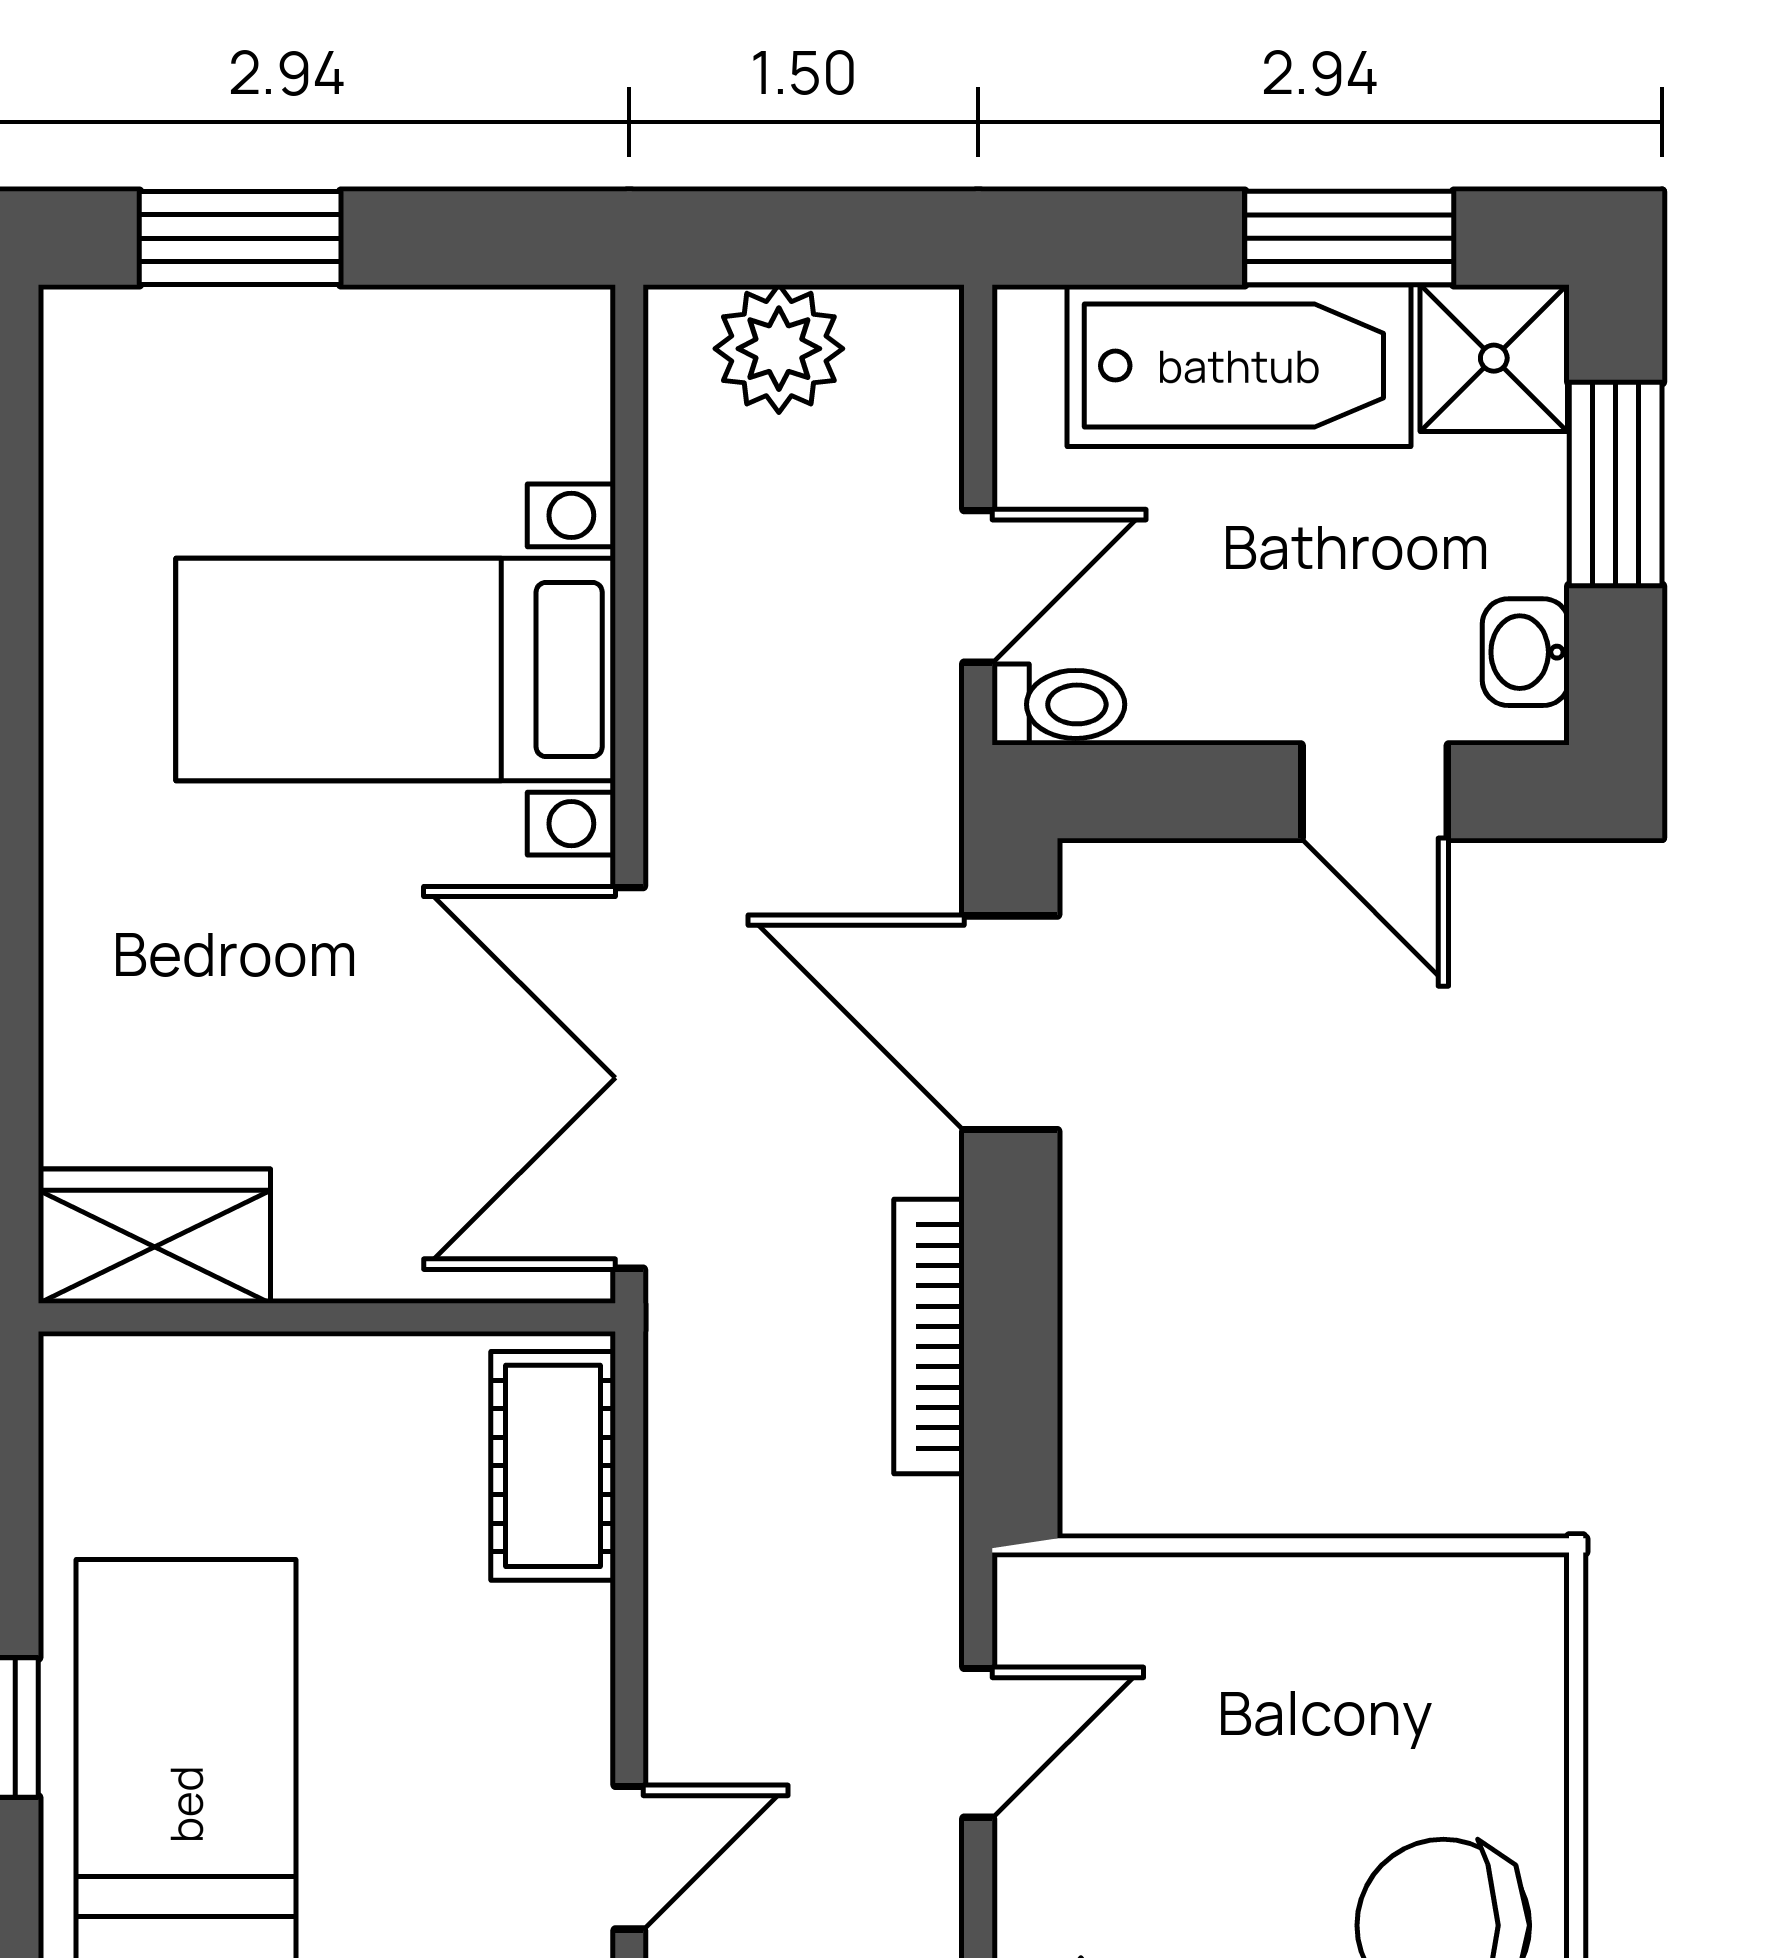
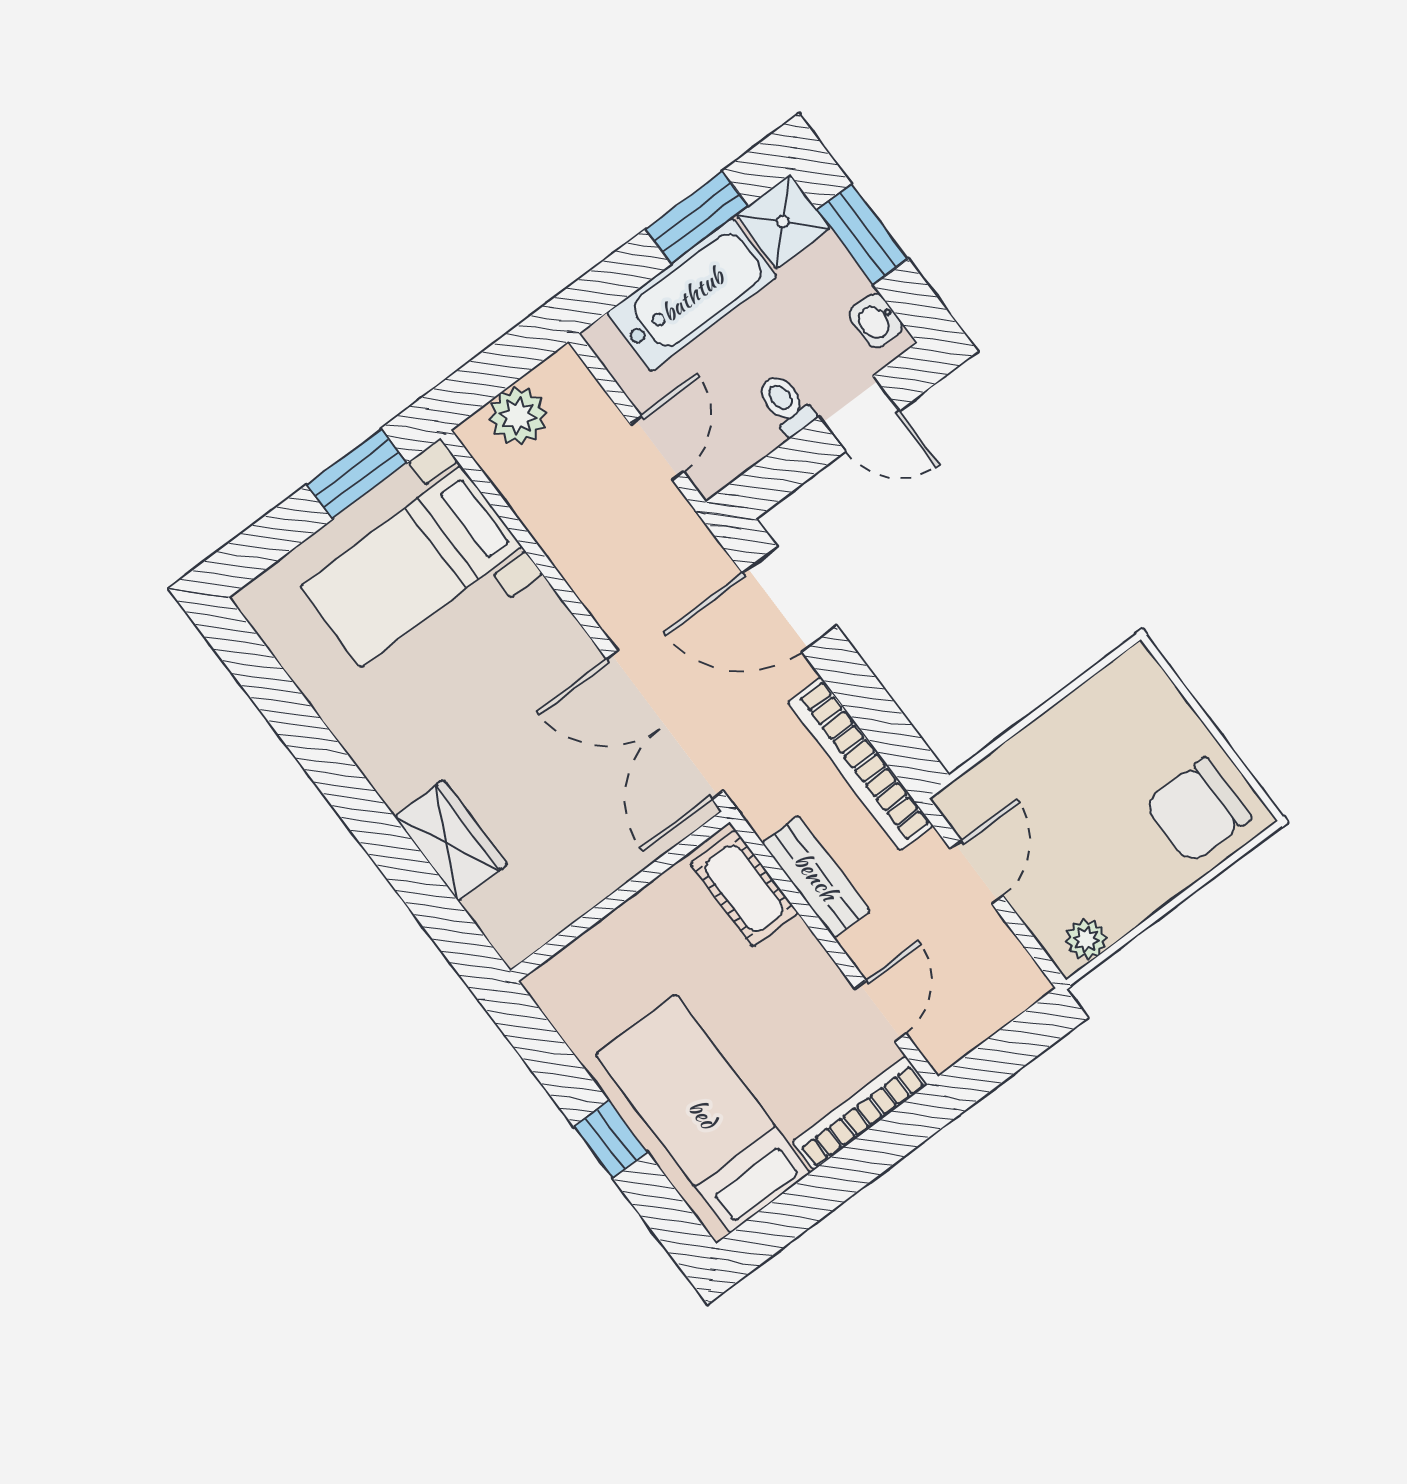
window: (240, 238) -> (357, 474), moved
bed with nightstands: (396, 670) -> (411, 566), moved
toilet: (1058, 704) -> (786, 404), moved, turned -90
wardrobe: (154, 1236) -> (451, 841), moved, turned 90
bookcase: (929, 1337) -> (860, 764), width x1.48, depth x1.31
bench: (693, 1540) -> (816, 877), added

